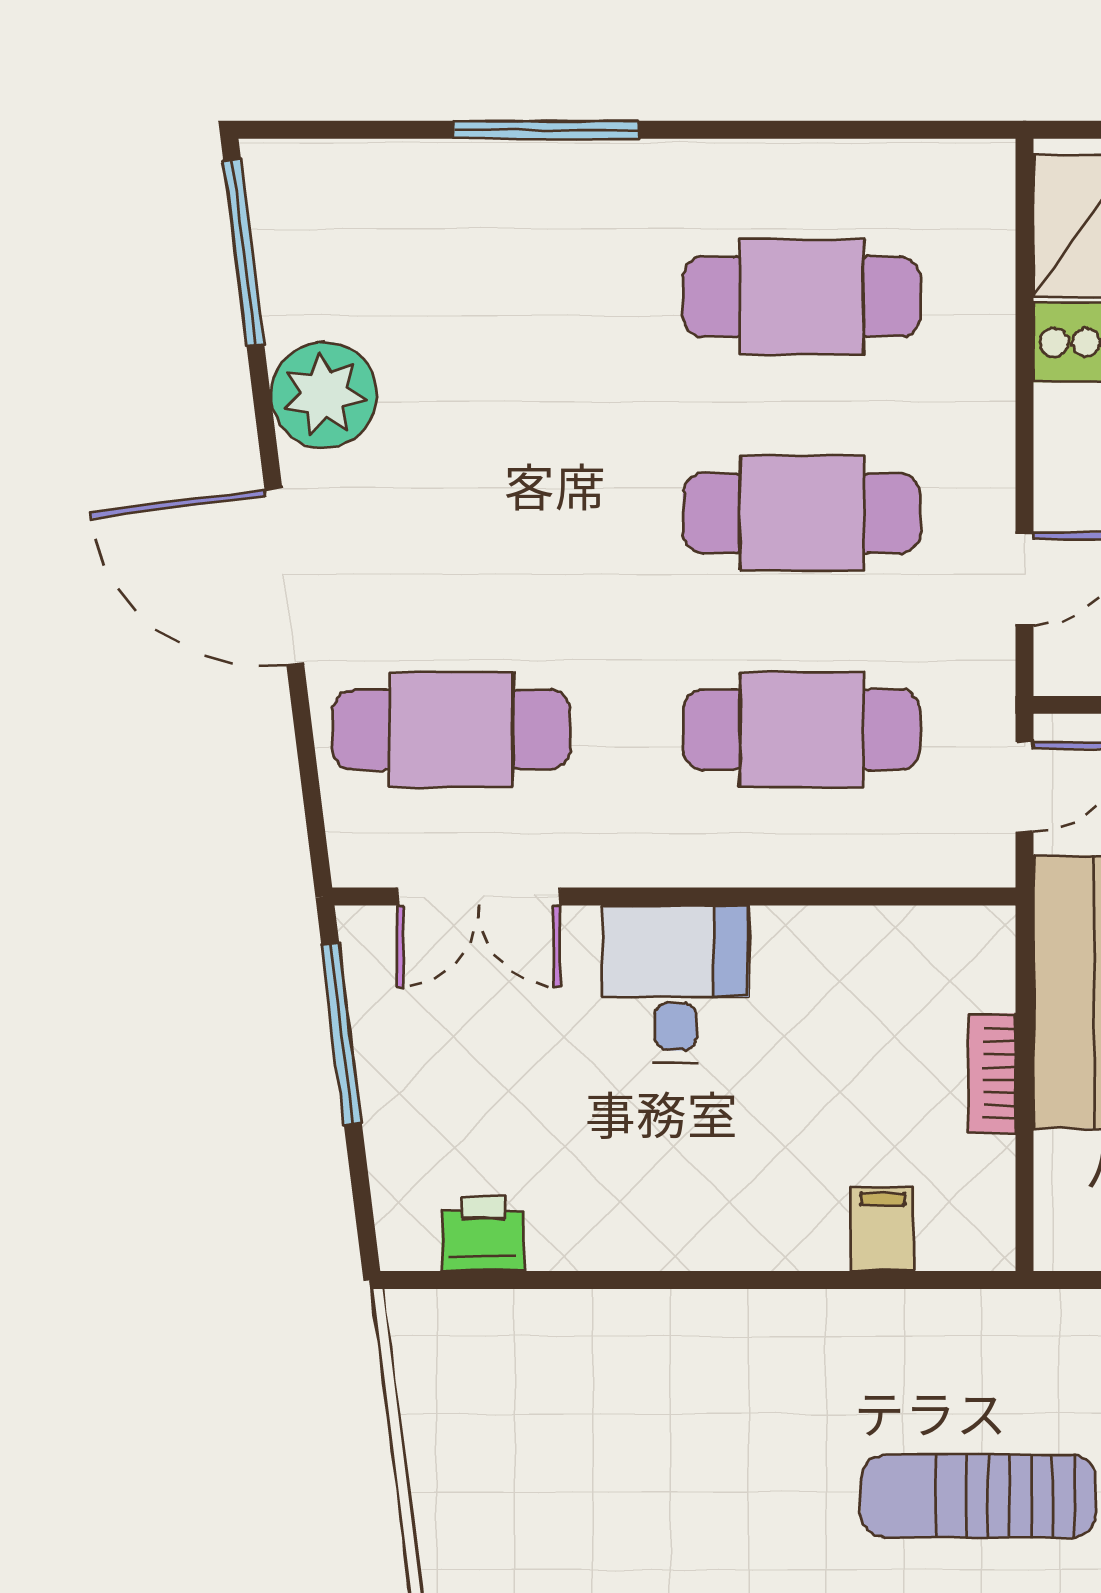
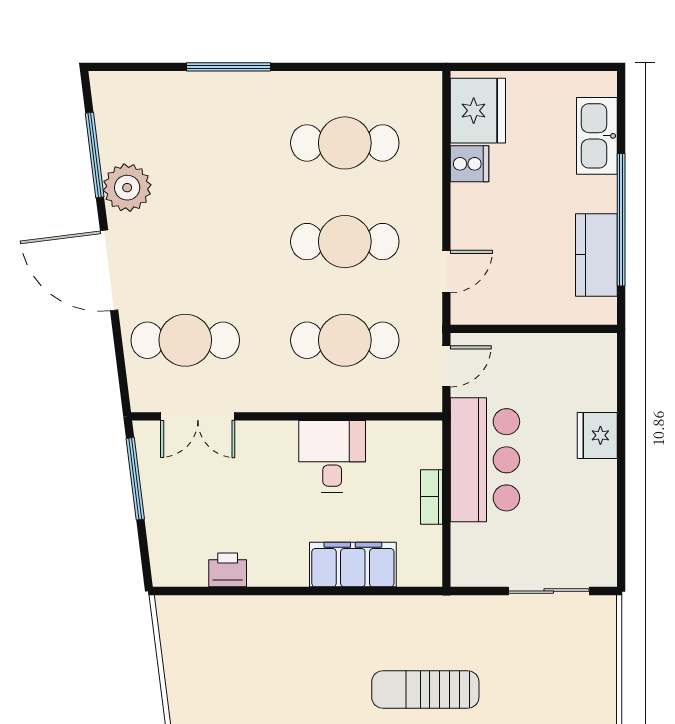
window: (244, 253) -> (95, 155), moved
desk: (675, 984) -> (332, 456), moved
filing cabinet: (882, 1229) -> (353, 565), width x3.00, depth x1.17
printer: (483, 1234) -> (228, 570), moved

